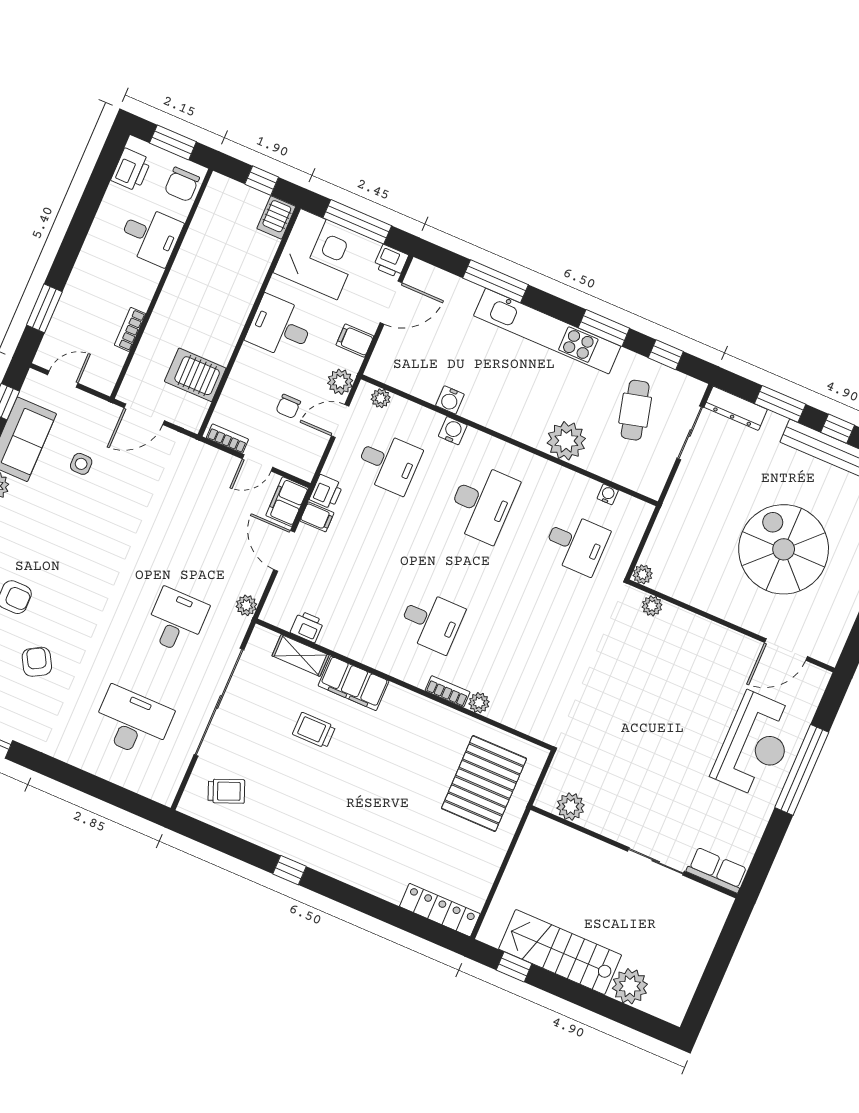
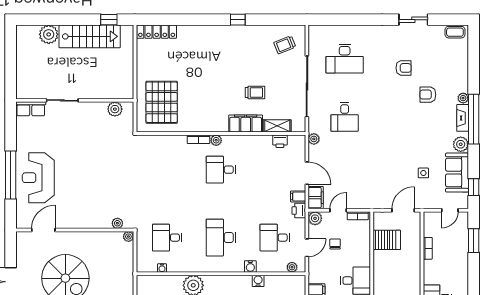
plant: (340, 382) -> (315, 218), moved
armchair: (37, 662) -> (404, 68), turned -60
plant: (479, 703) -> (216, 140), moved

